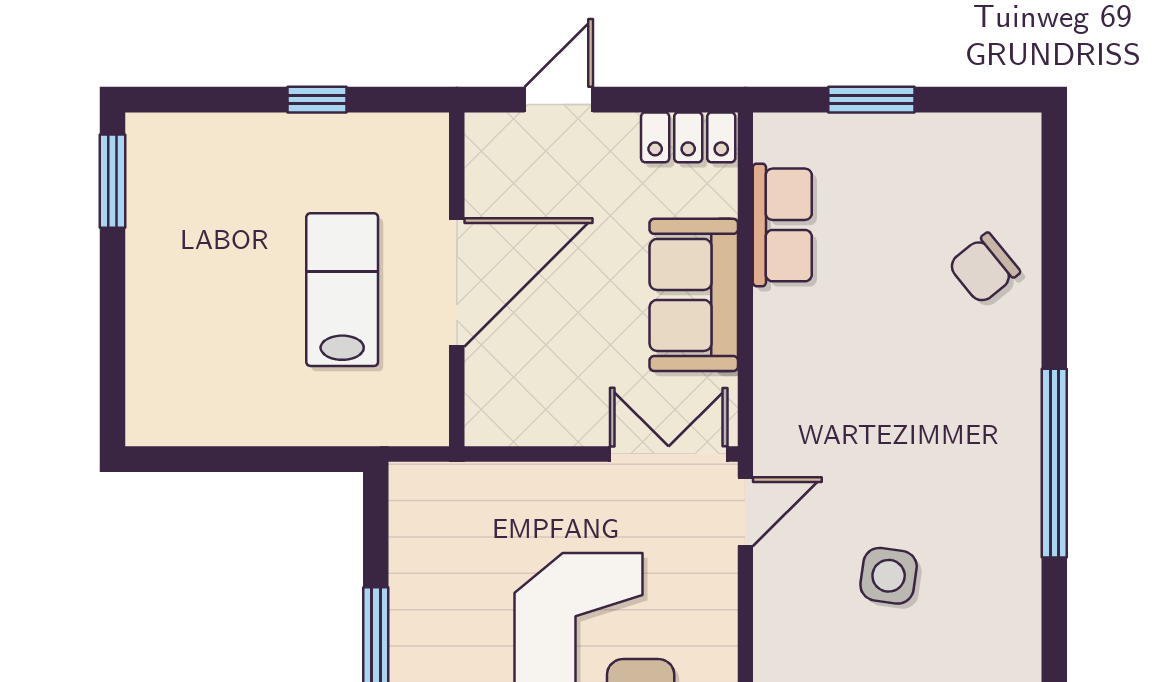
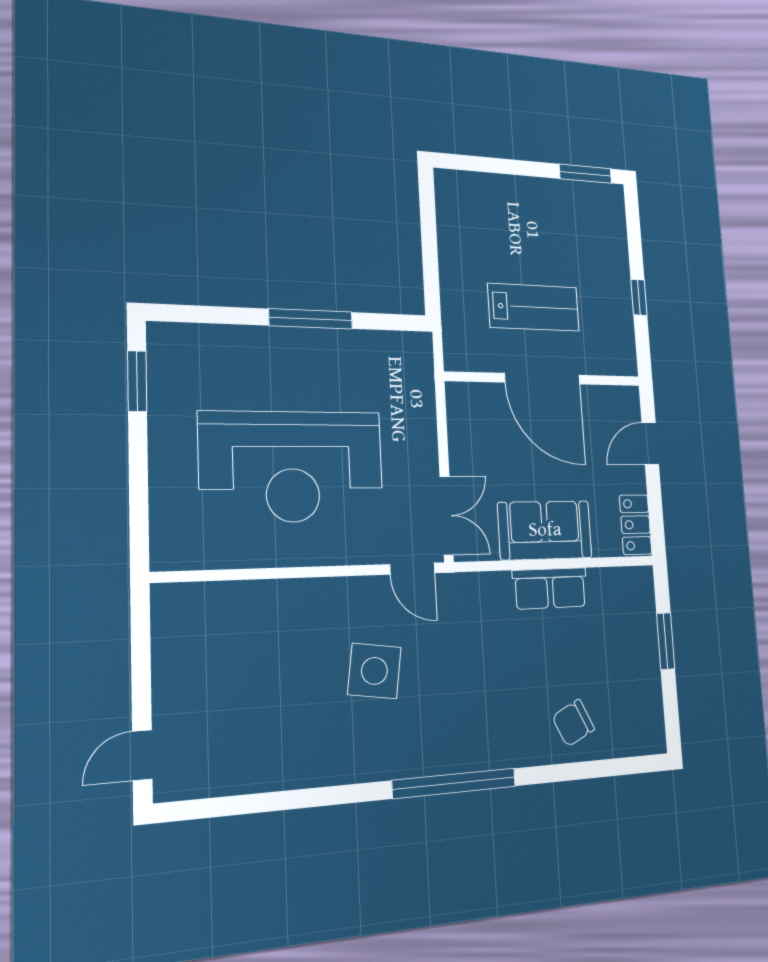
door: (559, 100) -> (650, 444), swing flipped
row of seats: (782, 225) -> (550, 588), moved
chair: (984, 268) -> (573, 723), turned -77
side table: (889, 576) -> (374, 671), width x1.37, depth x1.37

